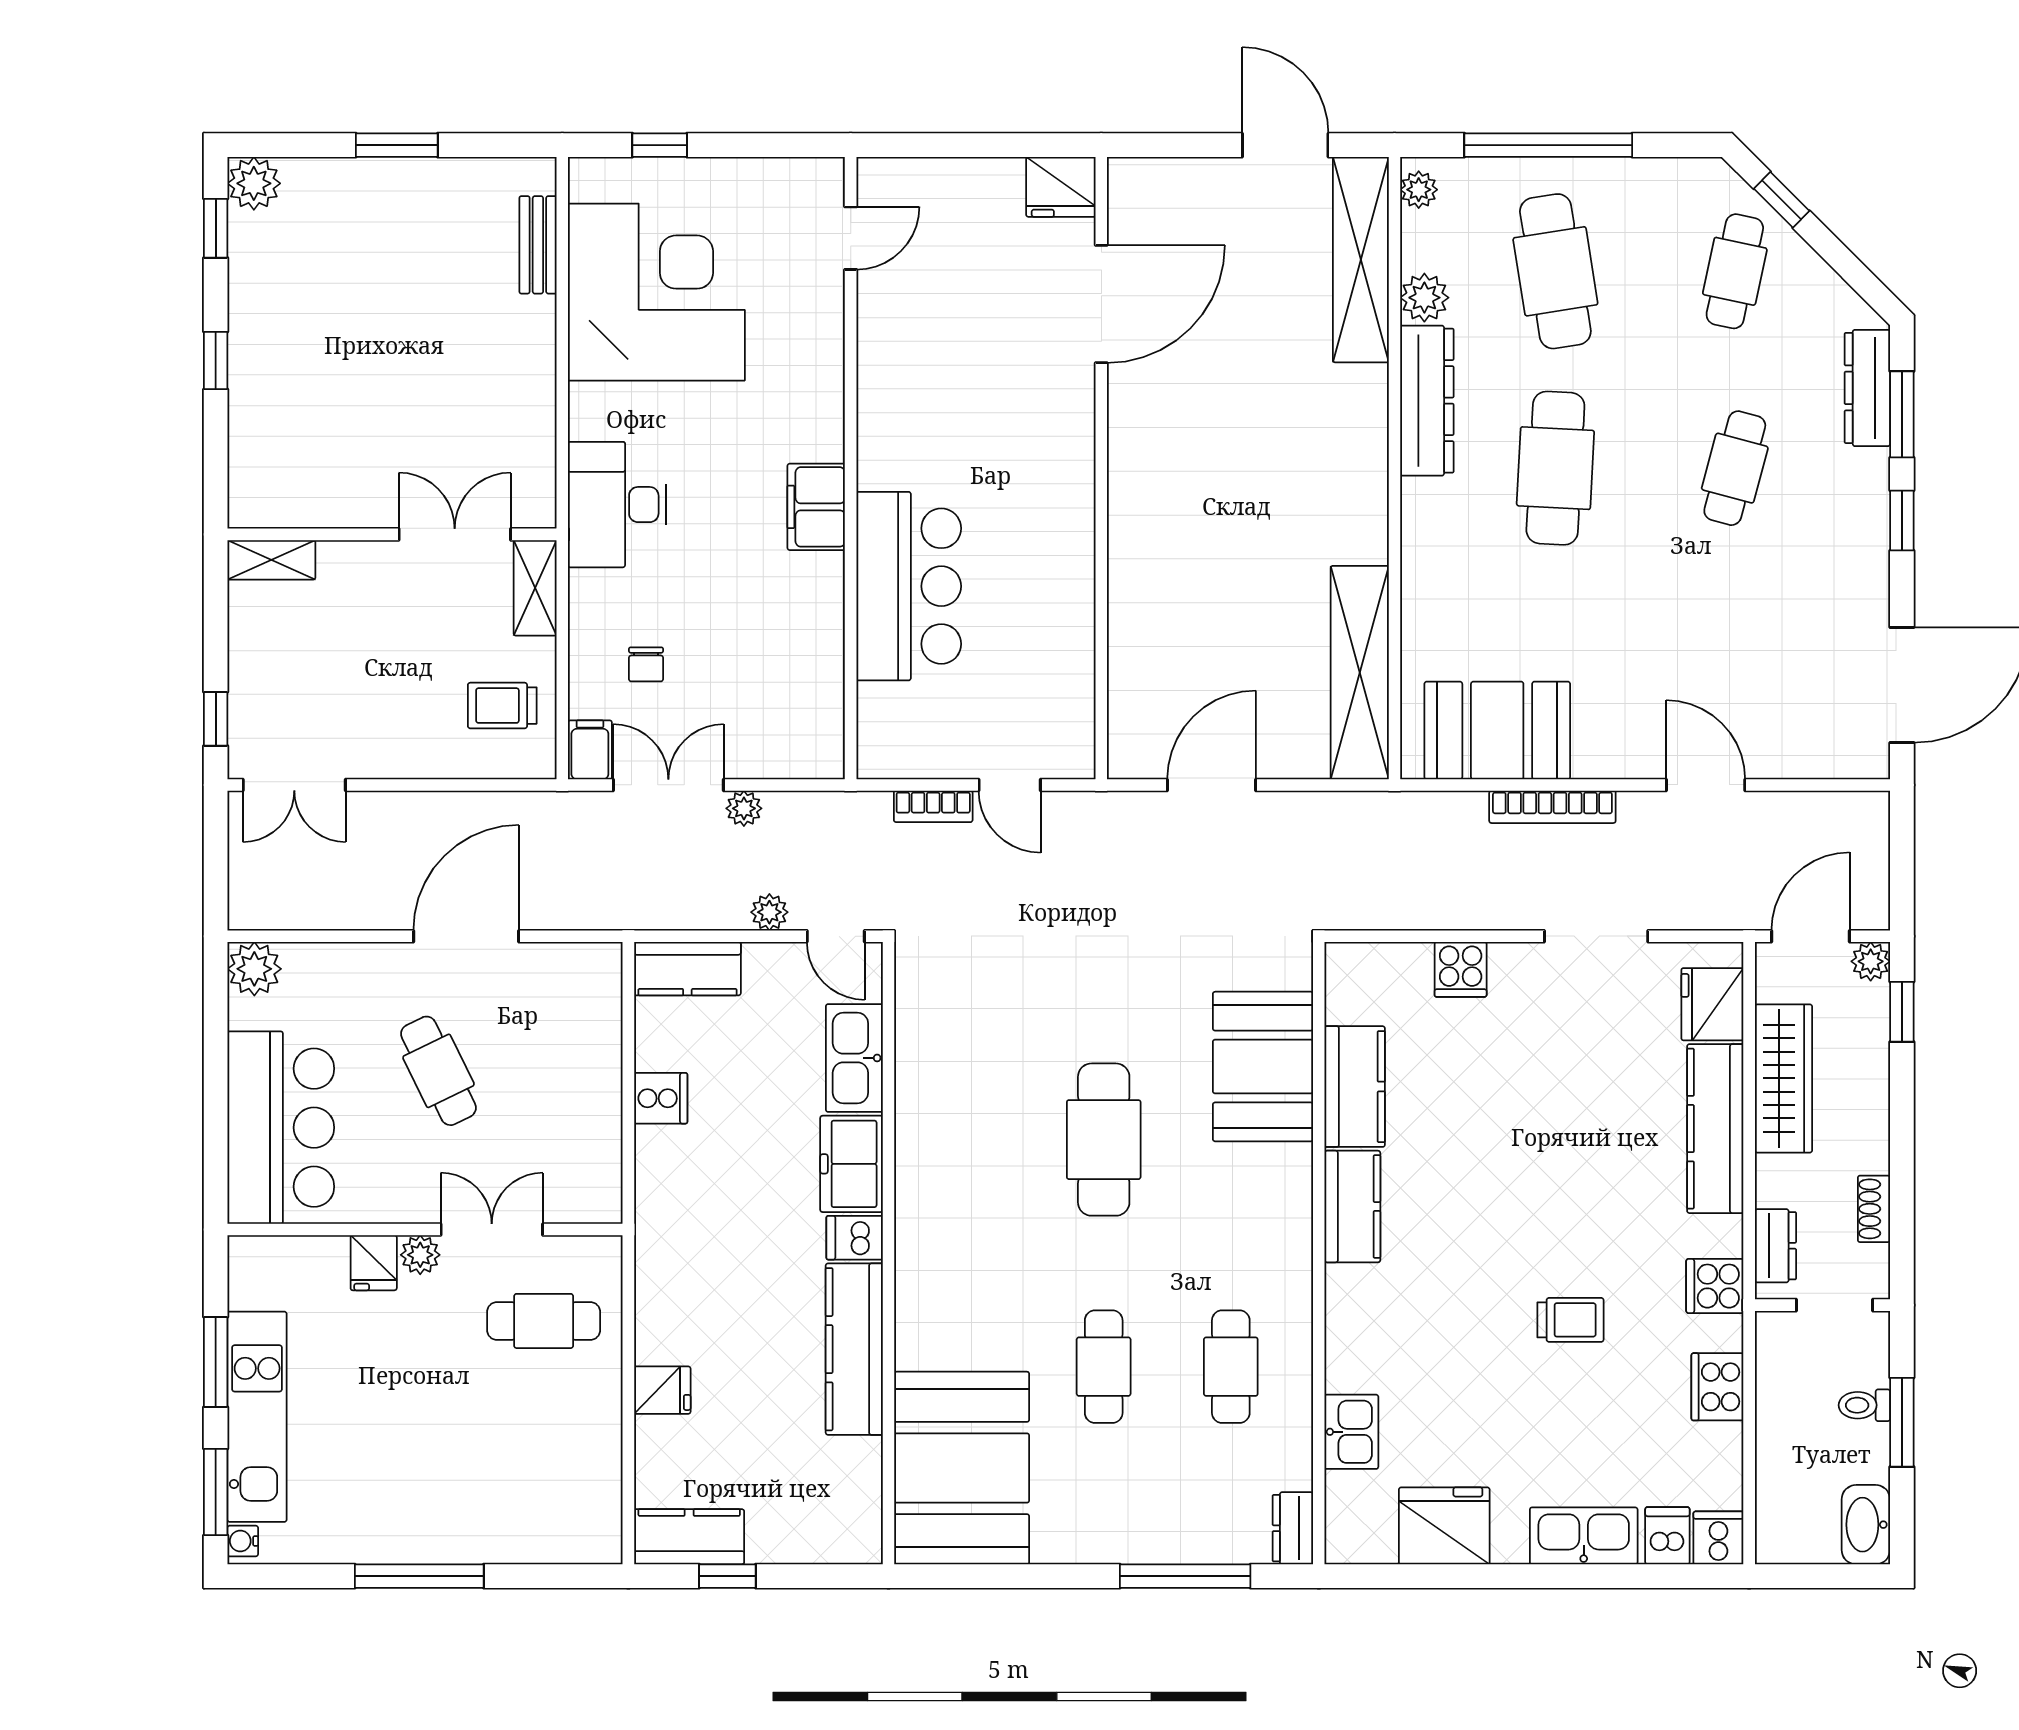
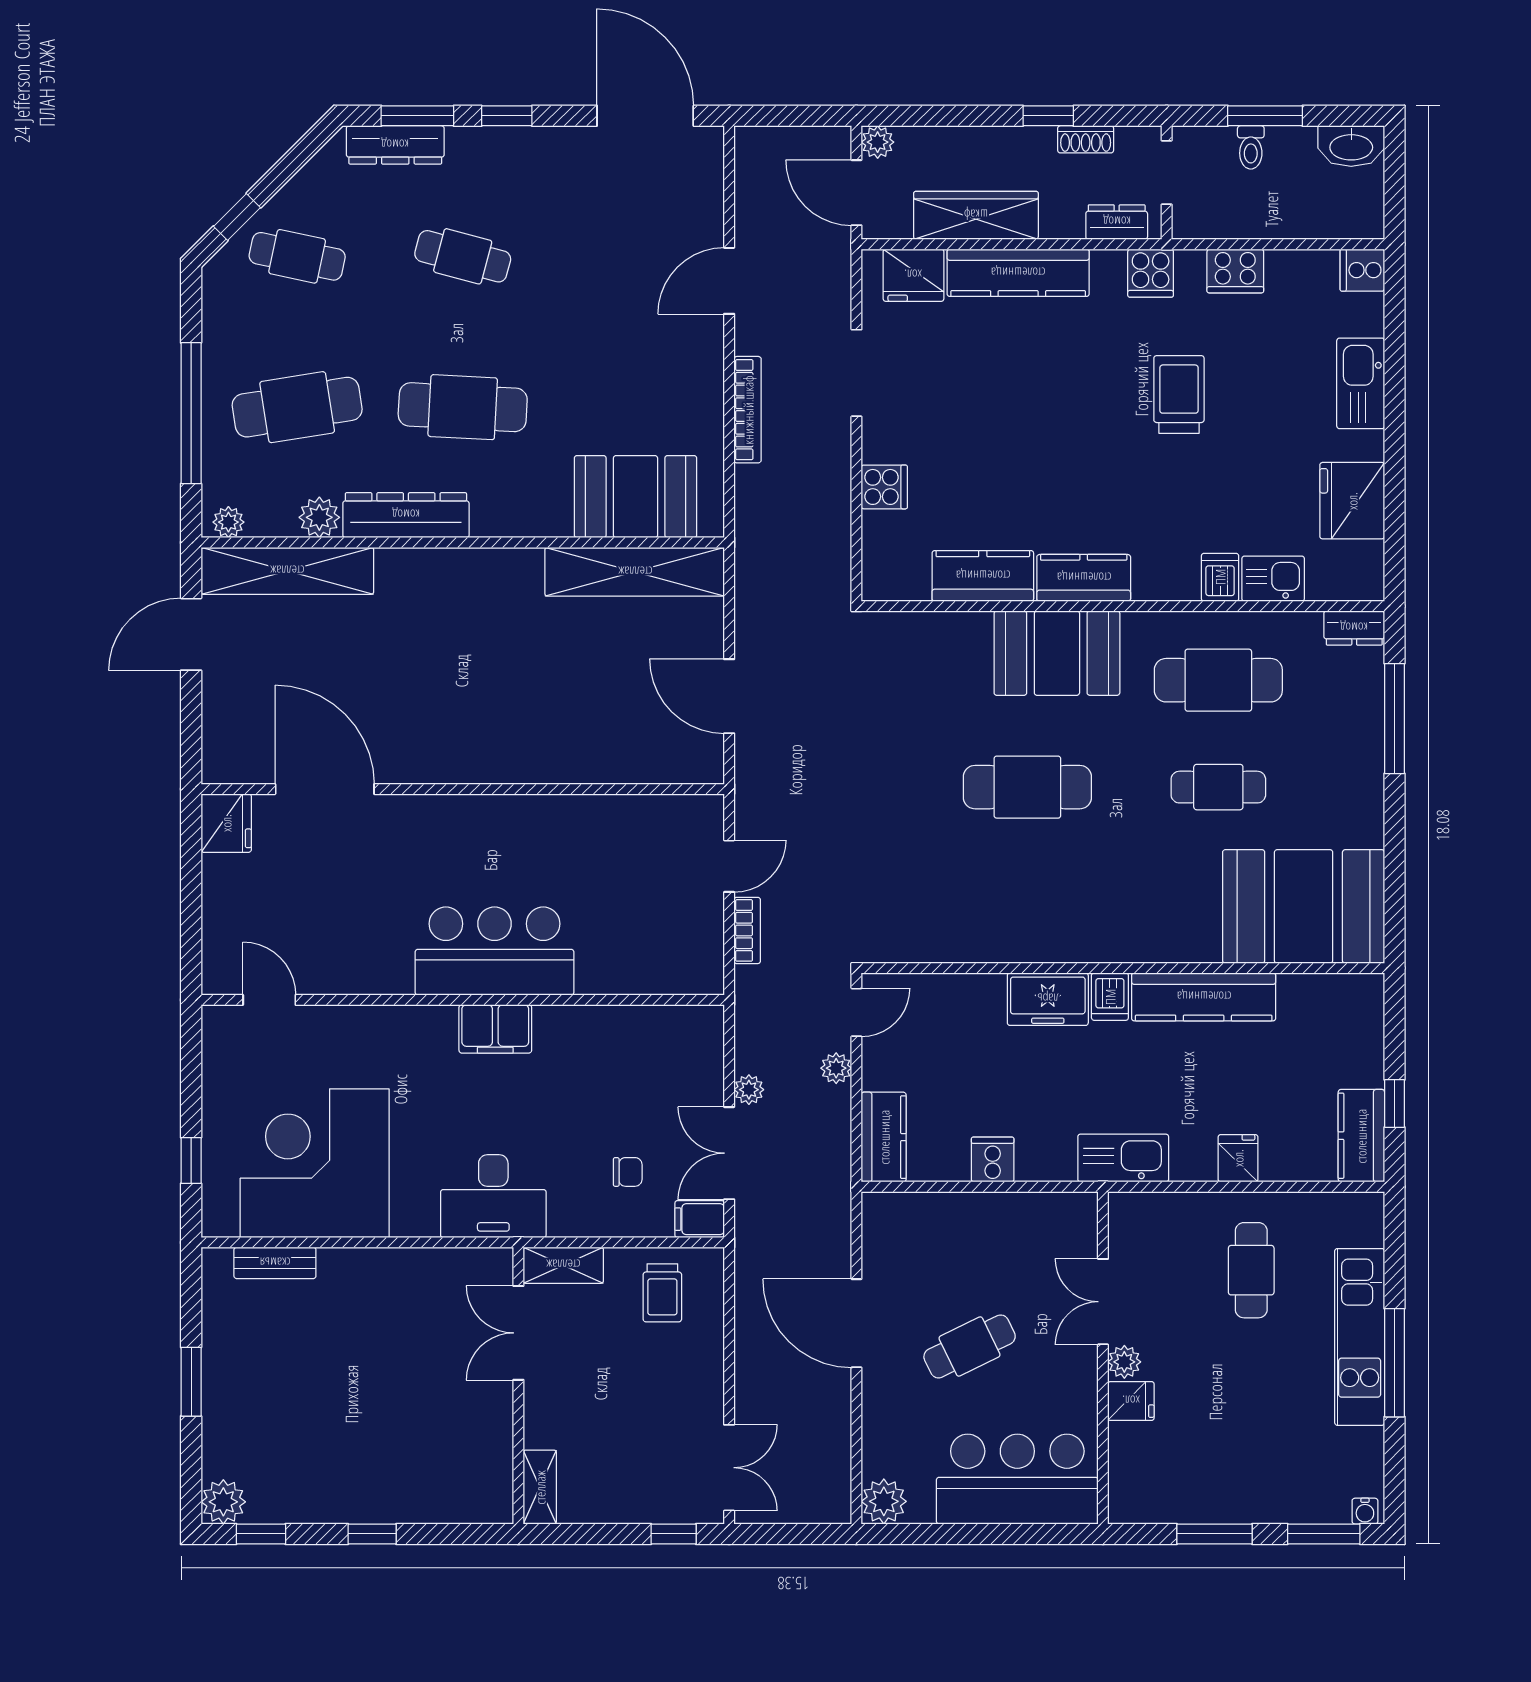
bar counter: (909, 586) -> (495, 951), moved
booth: (1497, 730) -> (635, 497), moved, turned 90
window: (1902, 1012) -> (1048, 116), moved
kitchen sink: (854, 1058) -> (1123, 1158), moved, turned 180
booth: (1263, 1067) -> (1057, 653), moved
trolley: (1570, 1320) -> (1179, 395), width x1.36, depth x1.39
cafe table: (544, 1321) -> (1251, 1270), moved
cafe table: (1231, 1367) -> (1218, 680), width x1.37, depth x1.35
kitchen unit: (257, 1417) -> (1360, 1337), moved, turned -90
dishwasher: (1667, 1536) -> (1220, 577), moved, turned 90

